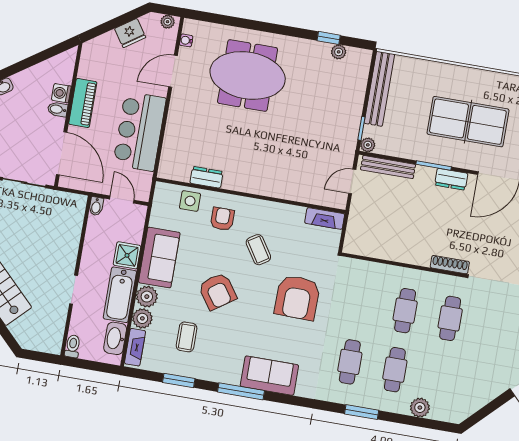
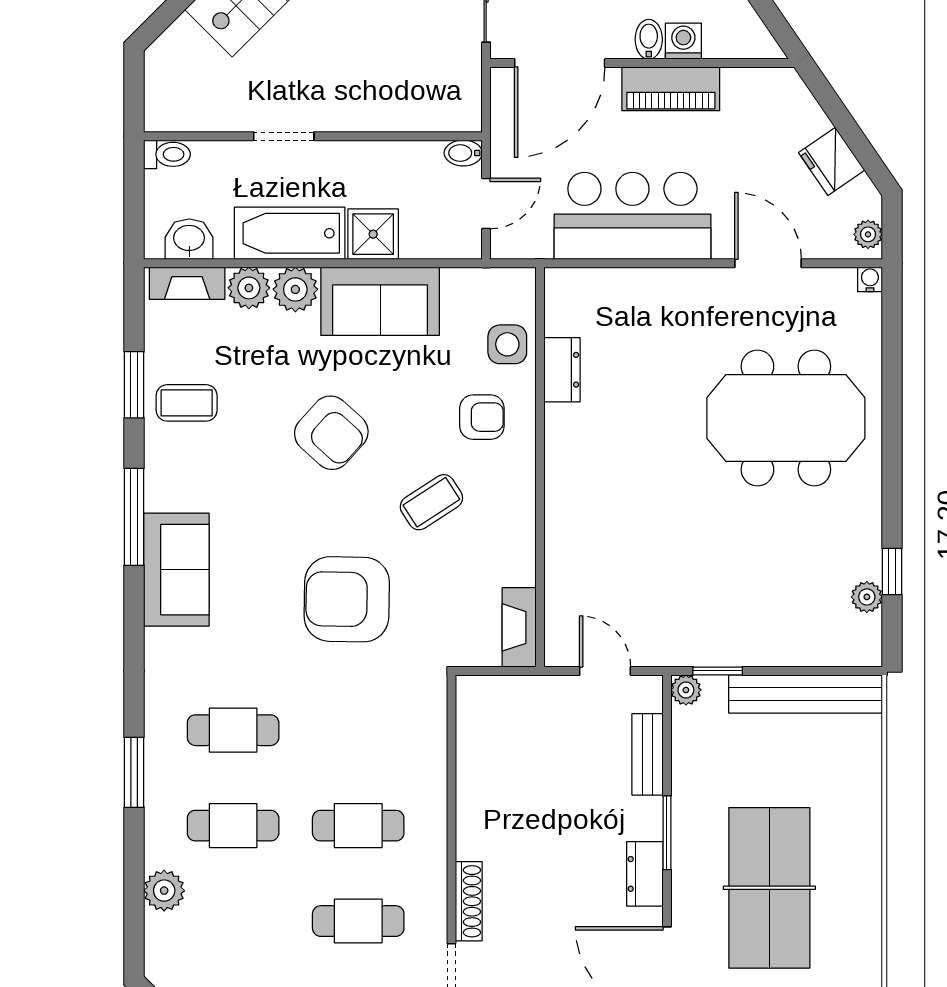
water cooler: (186, 40) -> (870, 279), moved
meeting table: (248, 75) -> (786, 418), turned 90
bench: (388, 167) -> (647, 754), width x0.73
armchair: (217, 291) -> (331, 433), turned -103
coffee table: (187, 337) -> (187, 403), moved
washbasin: (115, 338) -> (189, 239), width x0.72

